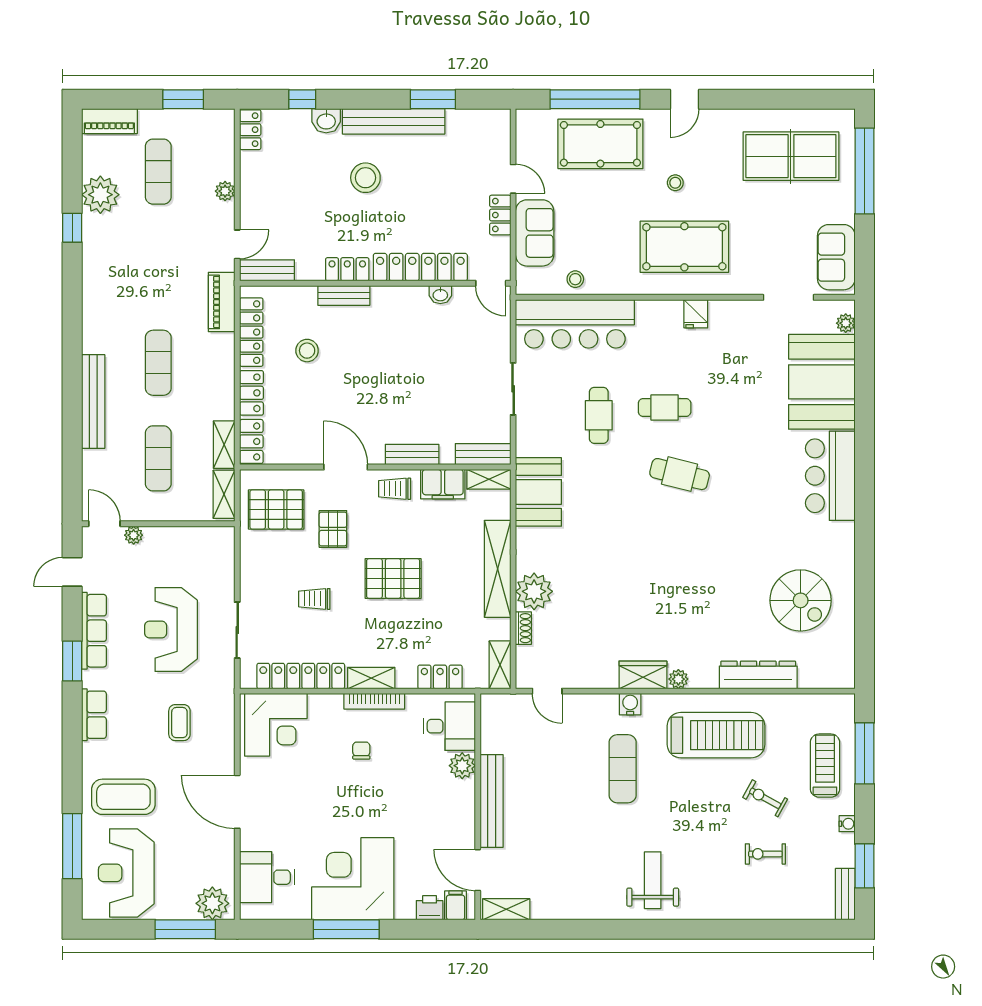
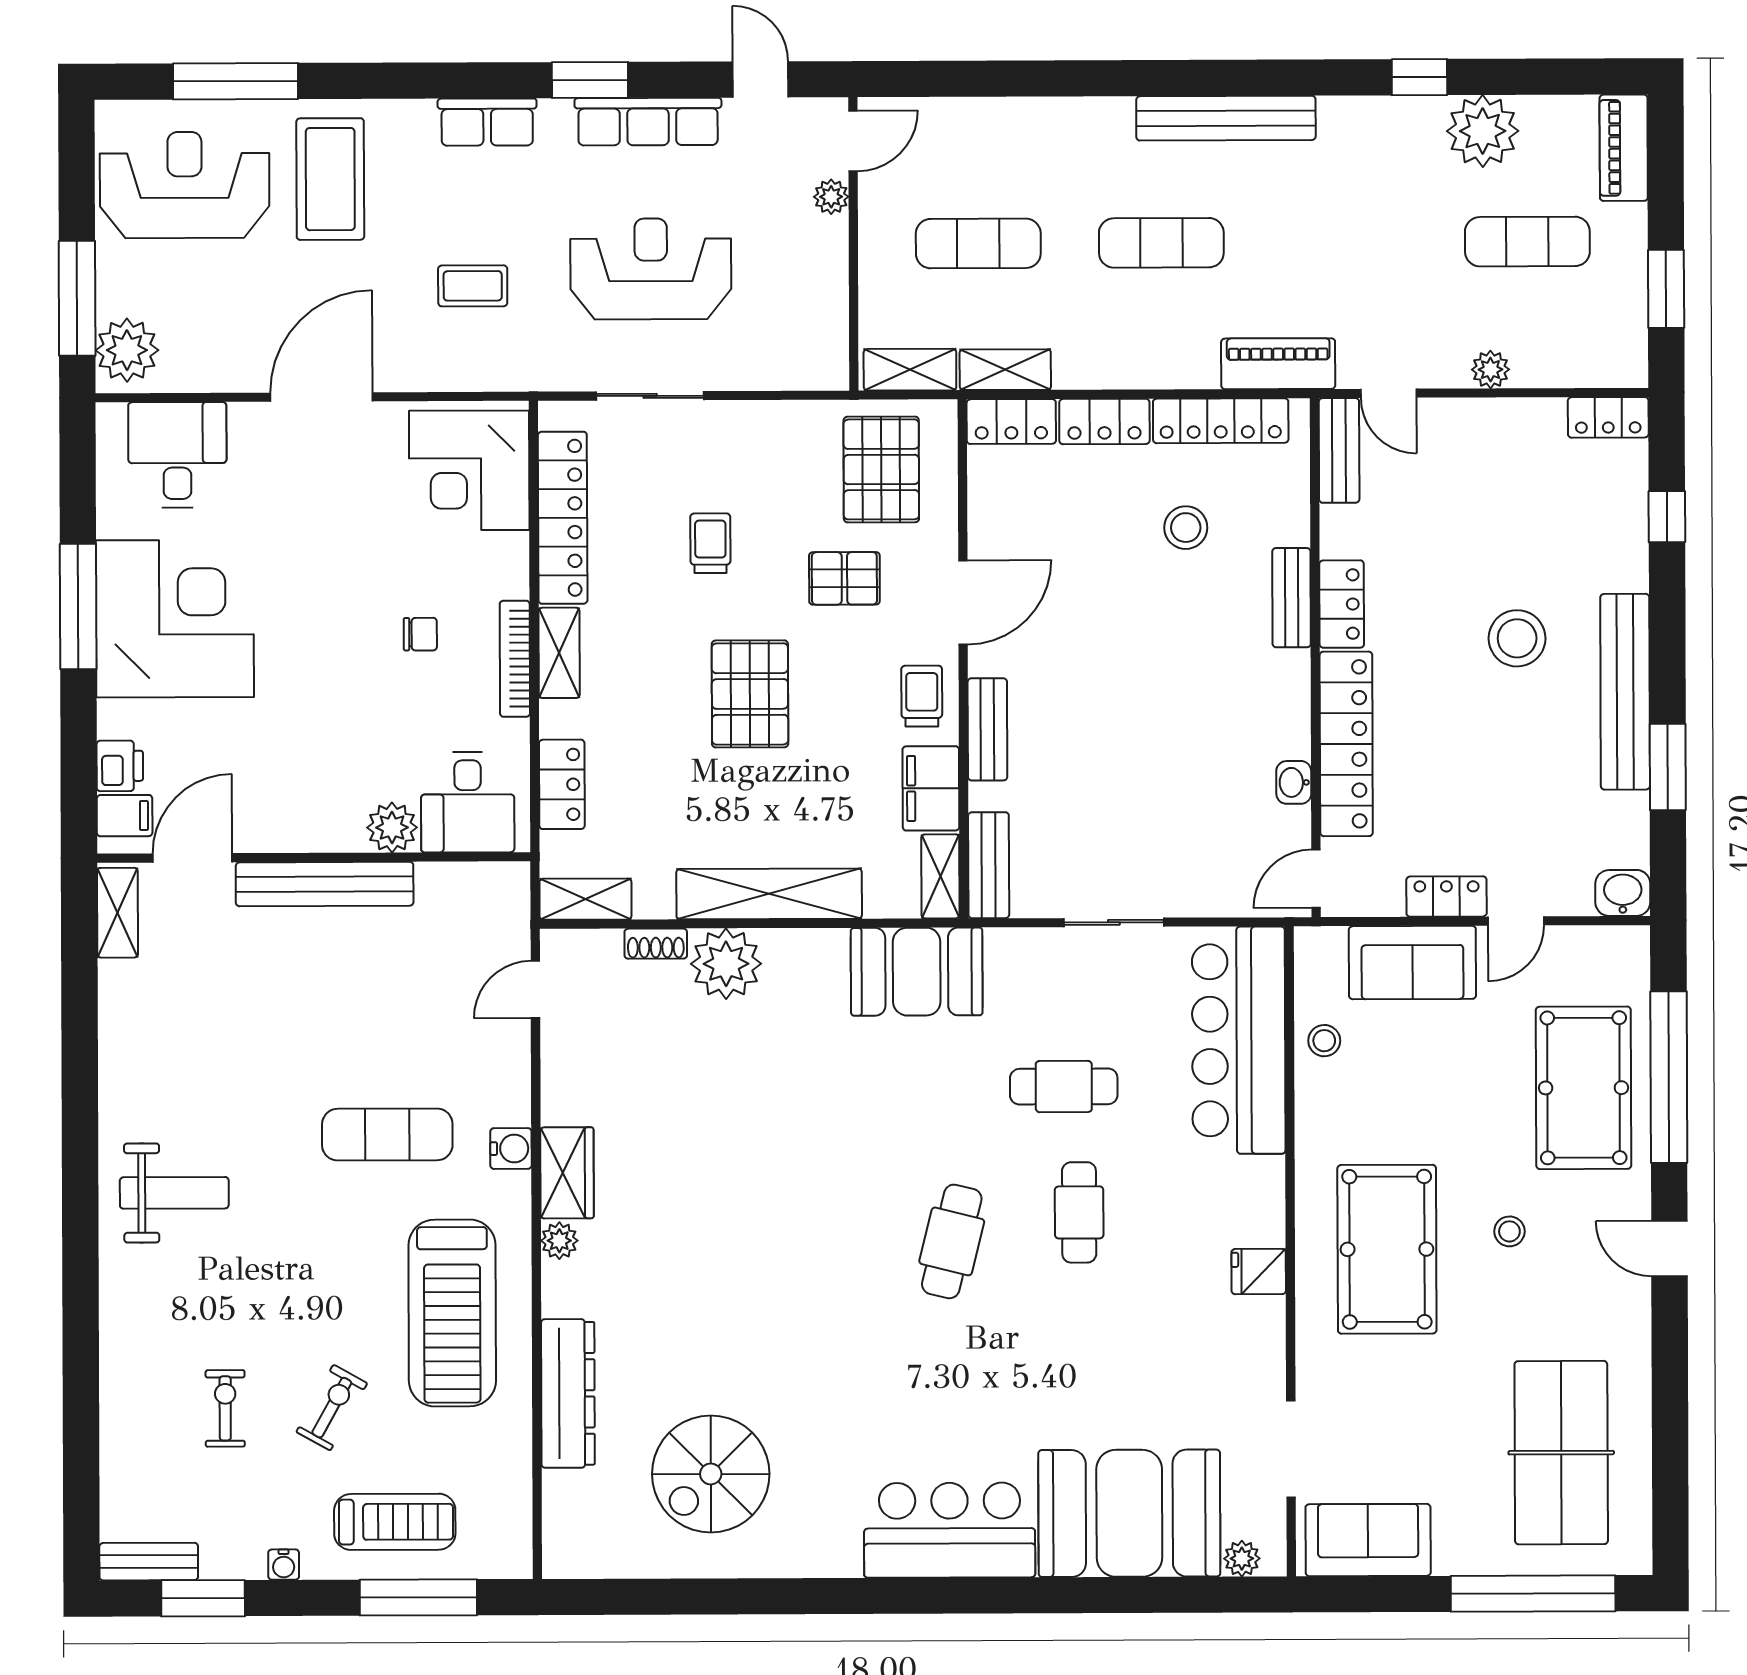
washbasin: (326, 121) -> (1623, 893), moved, turned 90
bench: (93, 402) -> (1226, 118), moved

